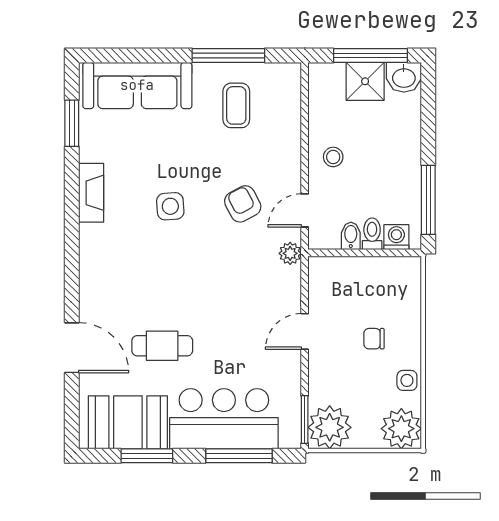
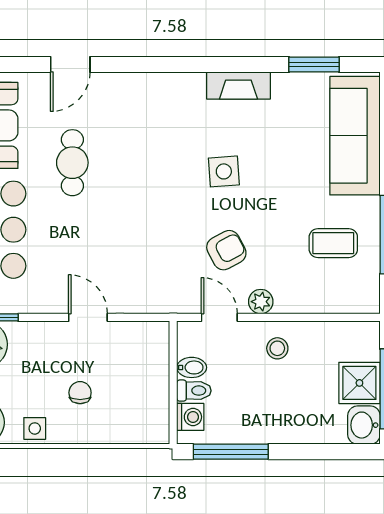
plant: (290, 253) -> (261, 302), moved
door: (72, 348) -> (70, 64), width x0.73

